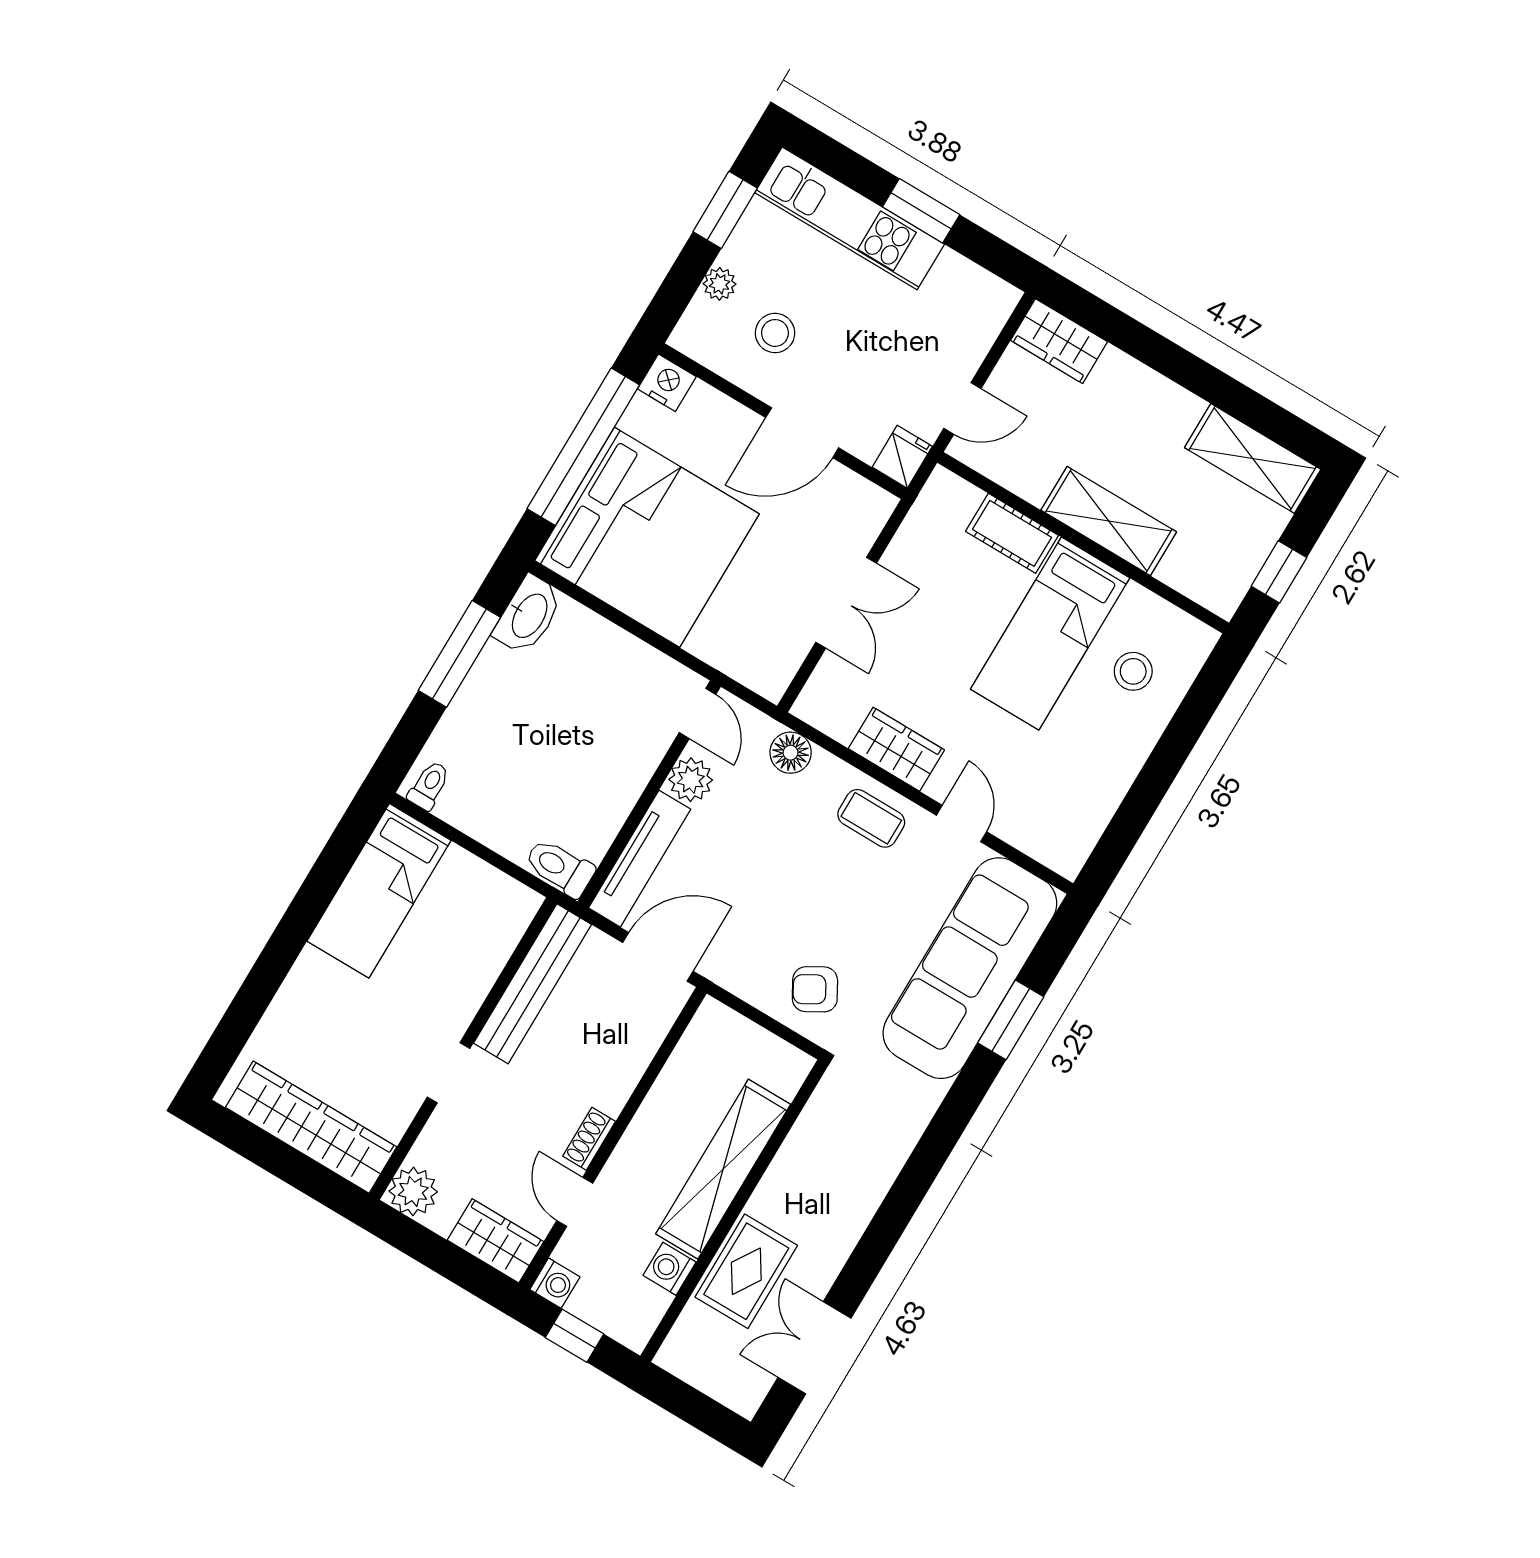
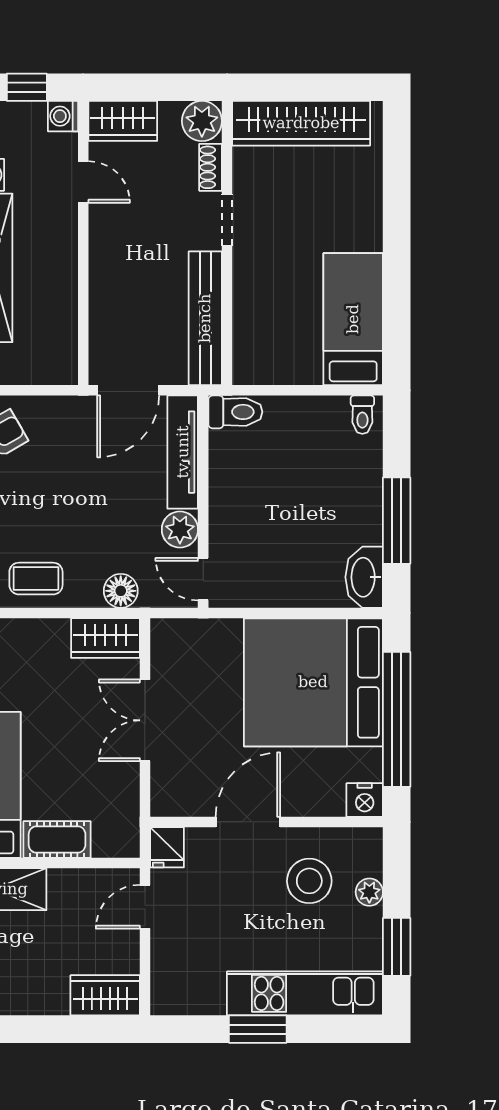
stool: (775, 333) -> (309, 881), width x1.38, depth x1.38
wardrobe: (896, 749) -> (105, 638), moved
shoe rack: (589, 1139) -> (211, 167), moved, turned 180

